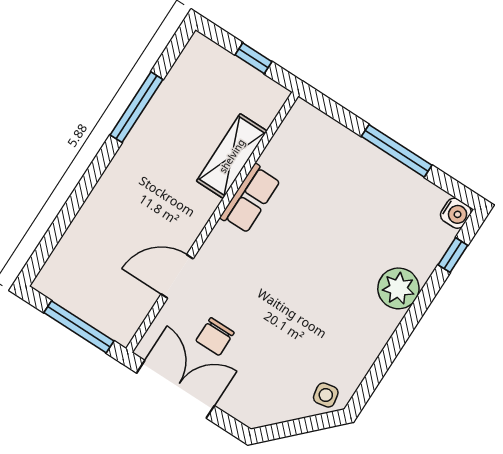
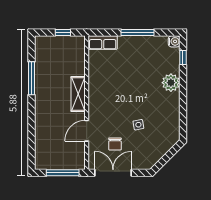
shelving: (232, 156) -> (78, 94), moved
row of seats: (250, 199) -> (103, 43), moved, turned 90
side table: (326, 395) -> (138, 125), moved

